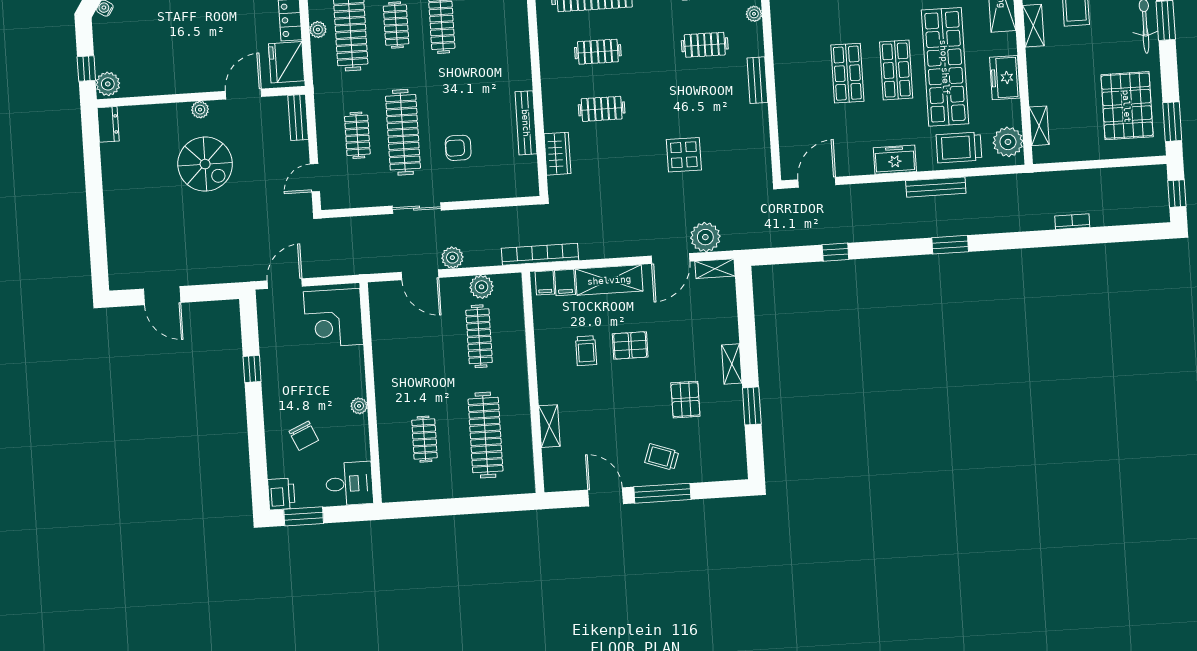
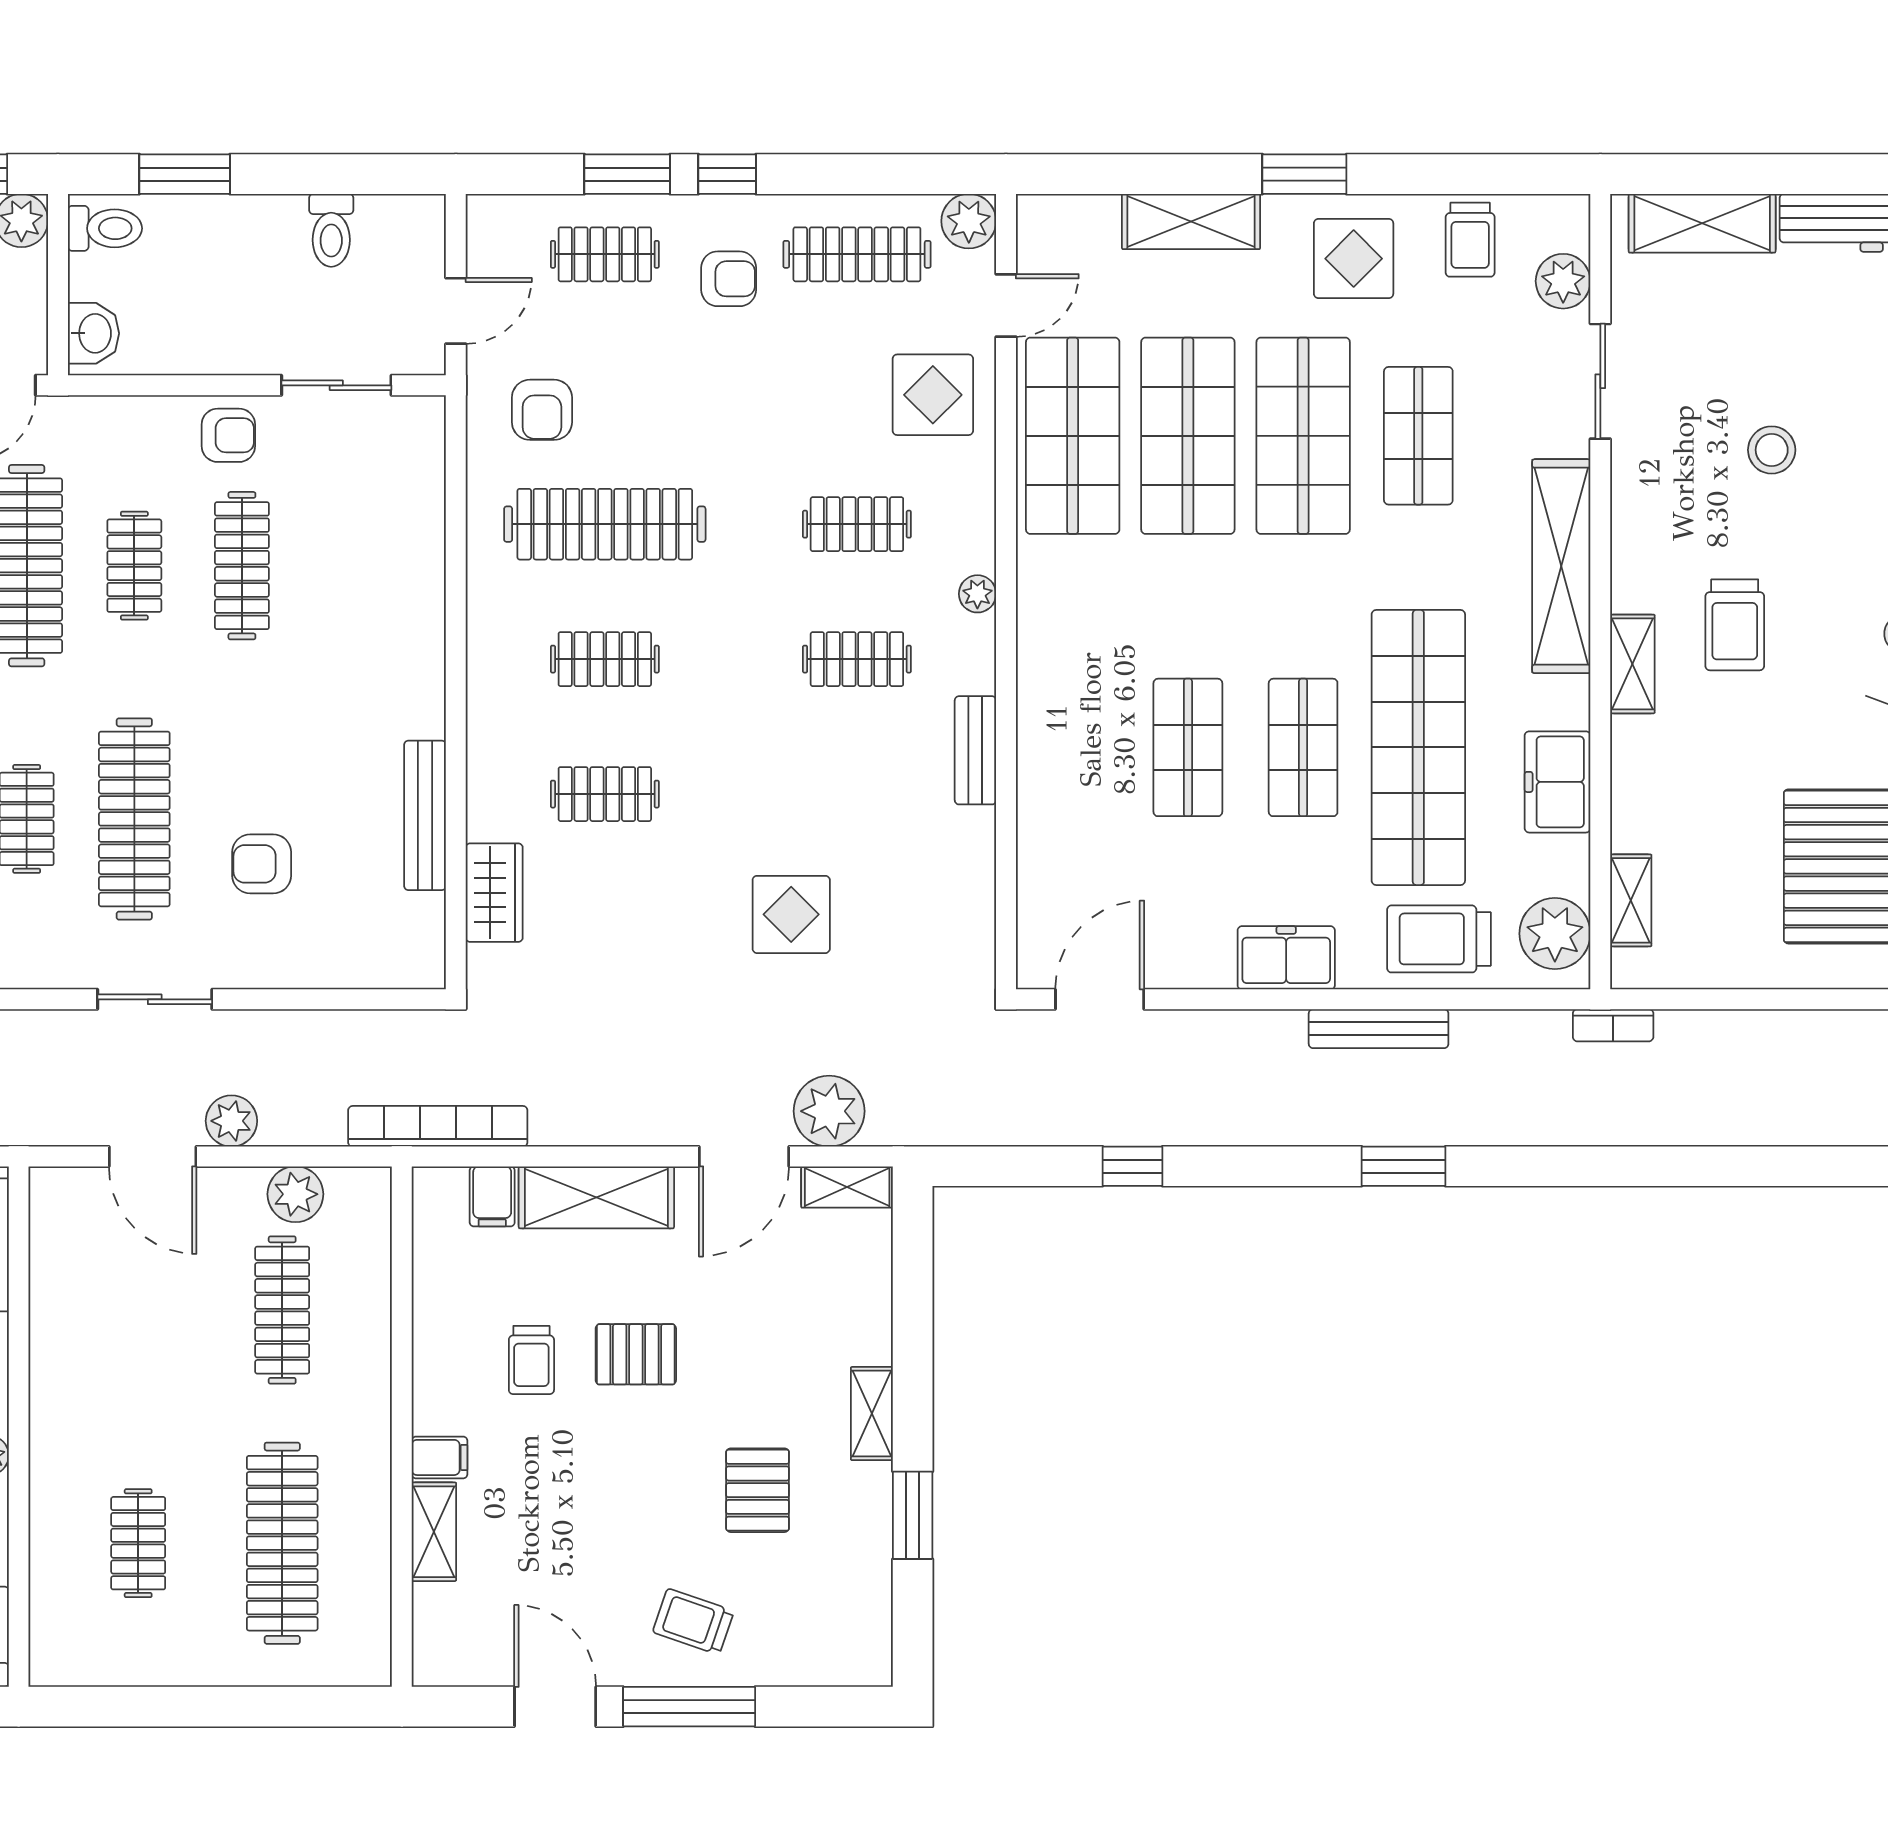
bookcase: (1072, 222) -> (1613, 1025), moved, turned 180
filing cabinet: (545, 283) -> (440, 1457), moved, turned -90

